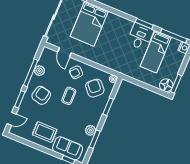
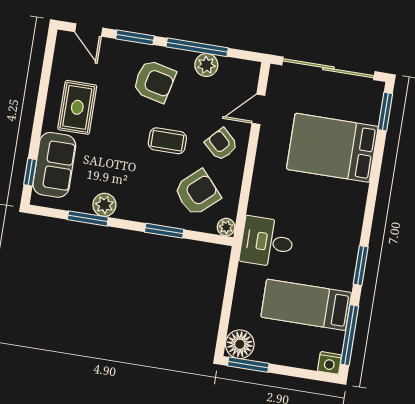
desk: (140, 37) -> (267, 242), moved, turned 180

